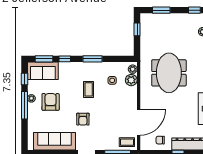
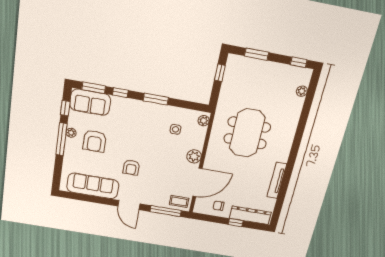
plant: (131, 80) -> (194, 156), moved
coffee table: (89, 89) -> (144, 135), removed
armchair: (51, 102) -> (95, 141), turned 180

